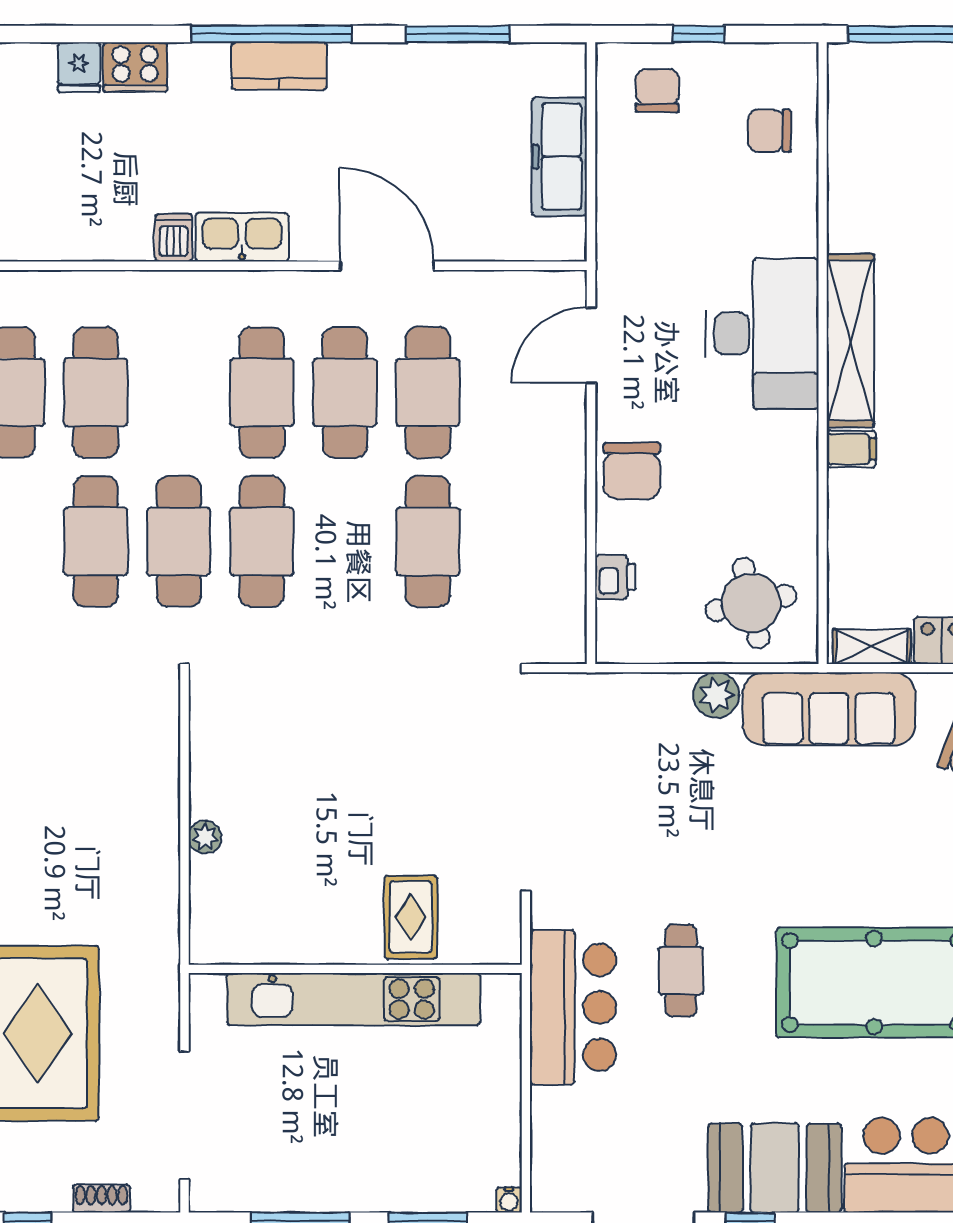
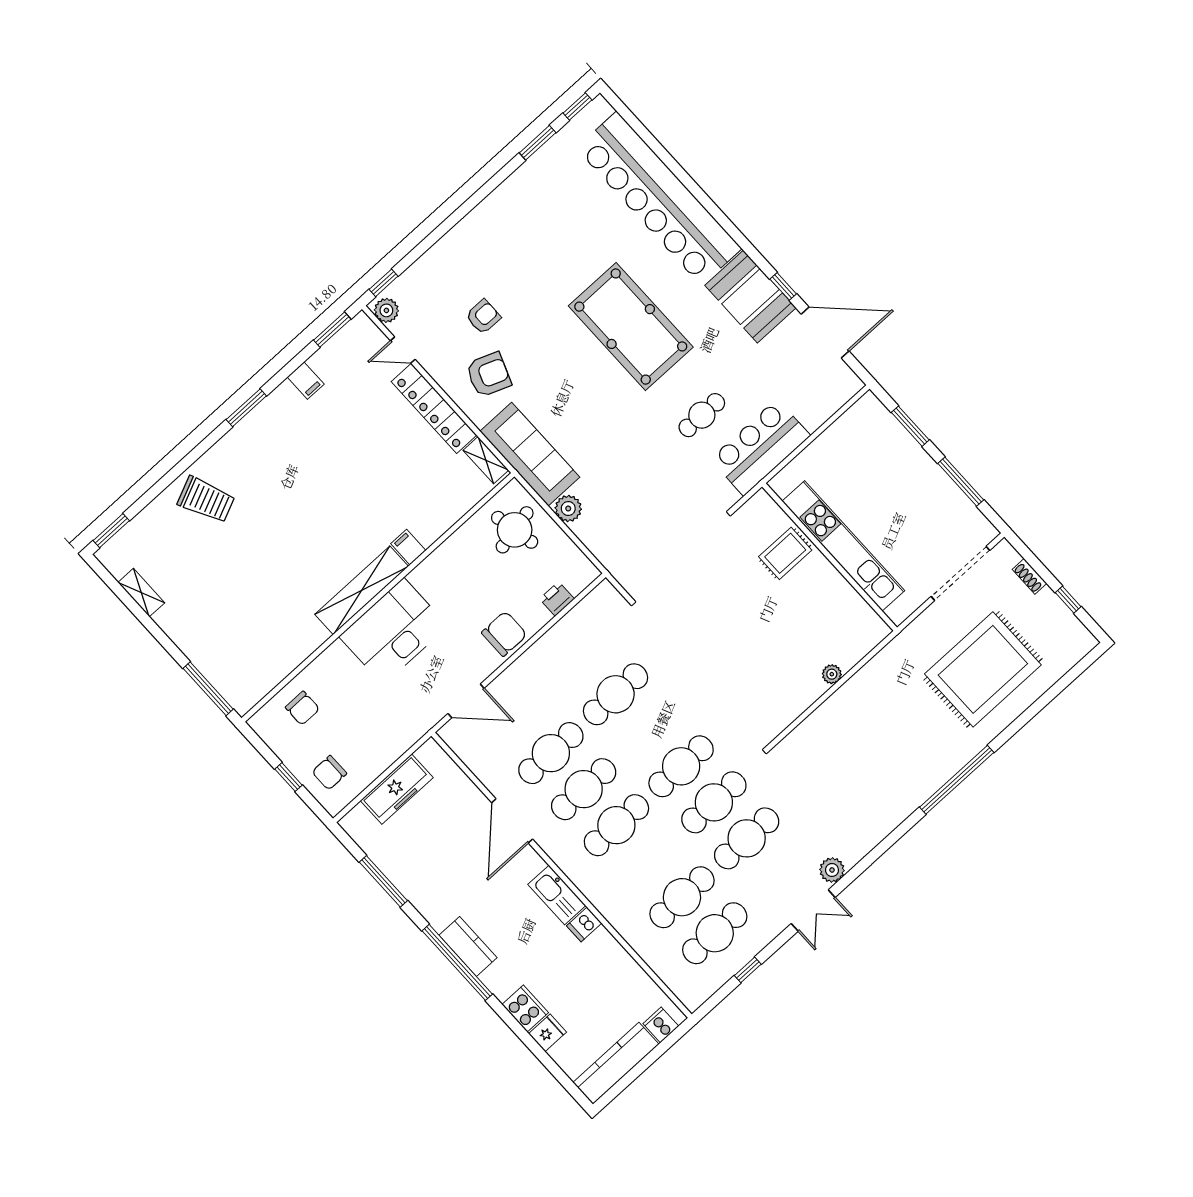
water cooler: (509, 1200) -> (869, 399), removed

